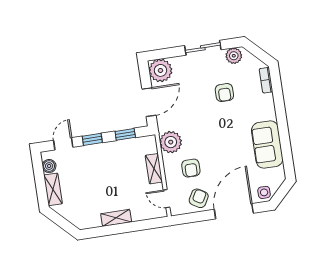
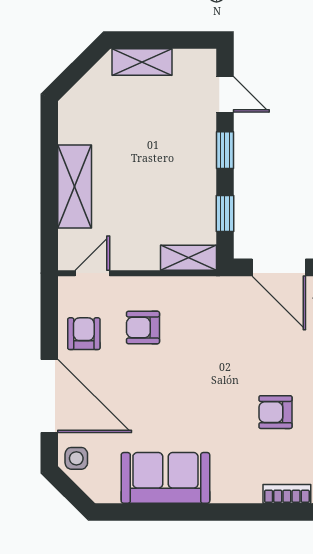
plant: (171, 142) -> (198, 297), removed
boiler: (49, 166) -> (187, 61), removed
shelving: (154, 169) -> (188, 258), moved
armchair: (199, 198) -> (84, 334), turned -120
shelving: (116, 218) -> (75, 187), width x1.50, depth x1.33

